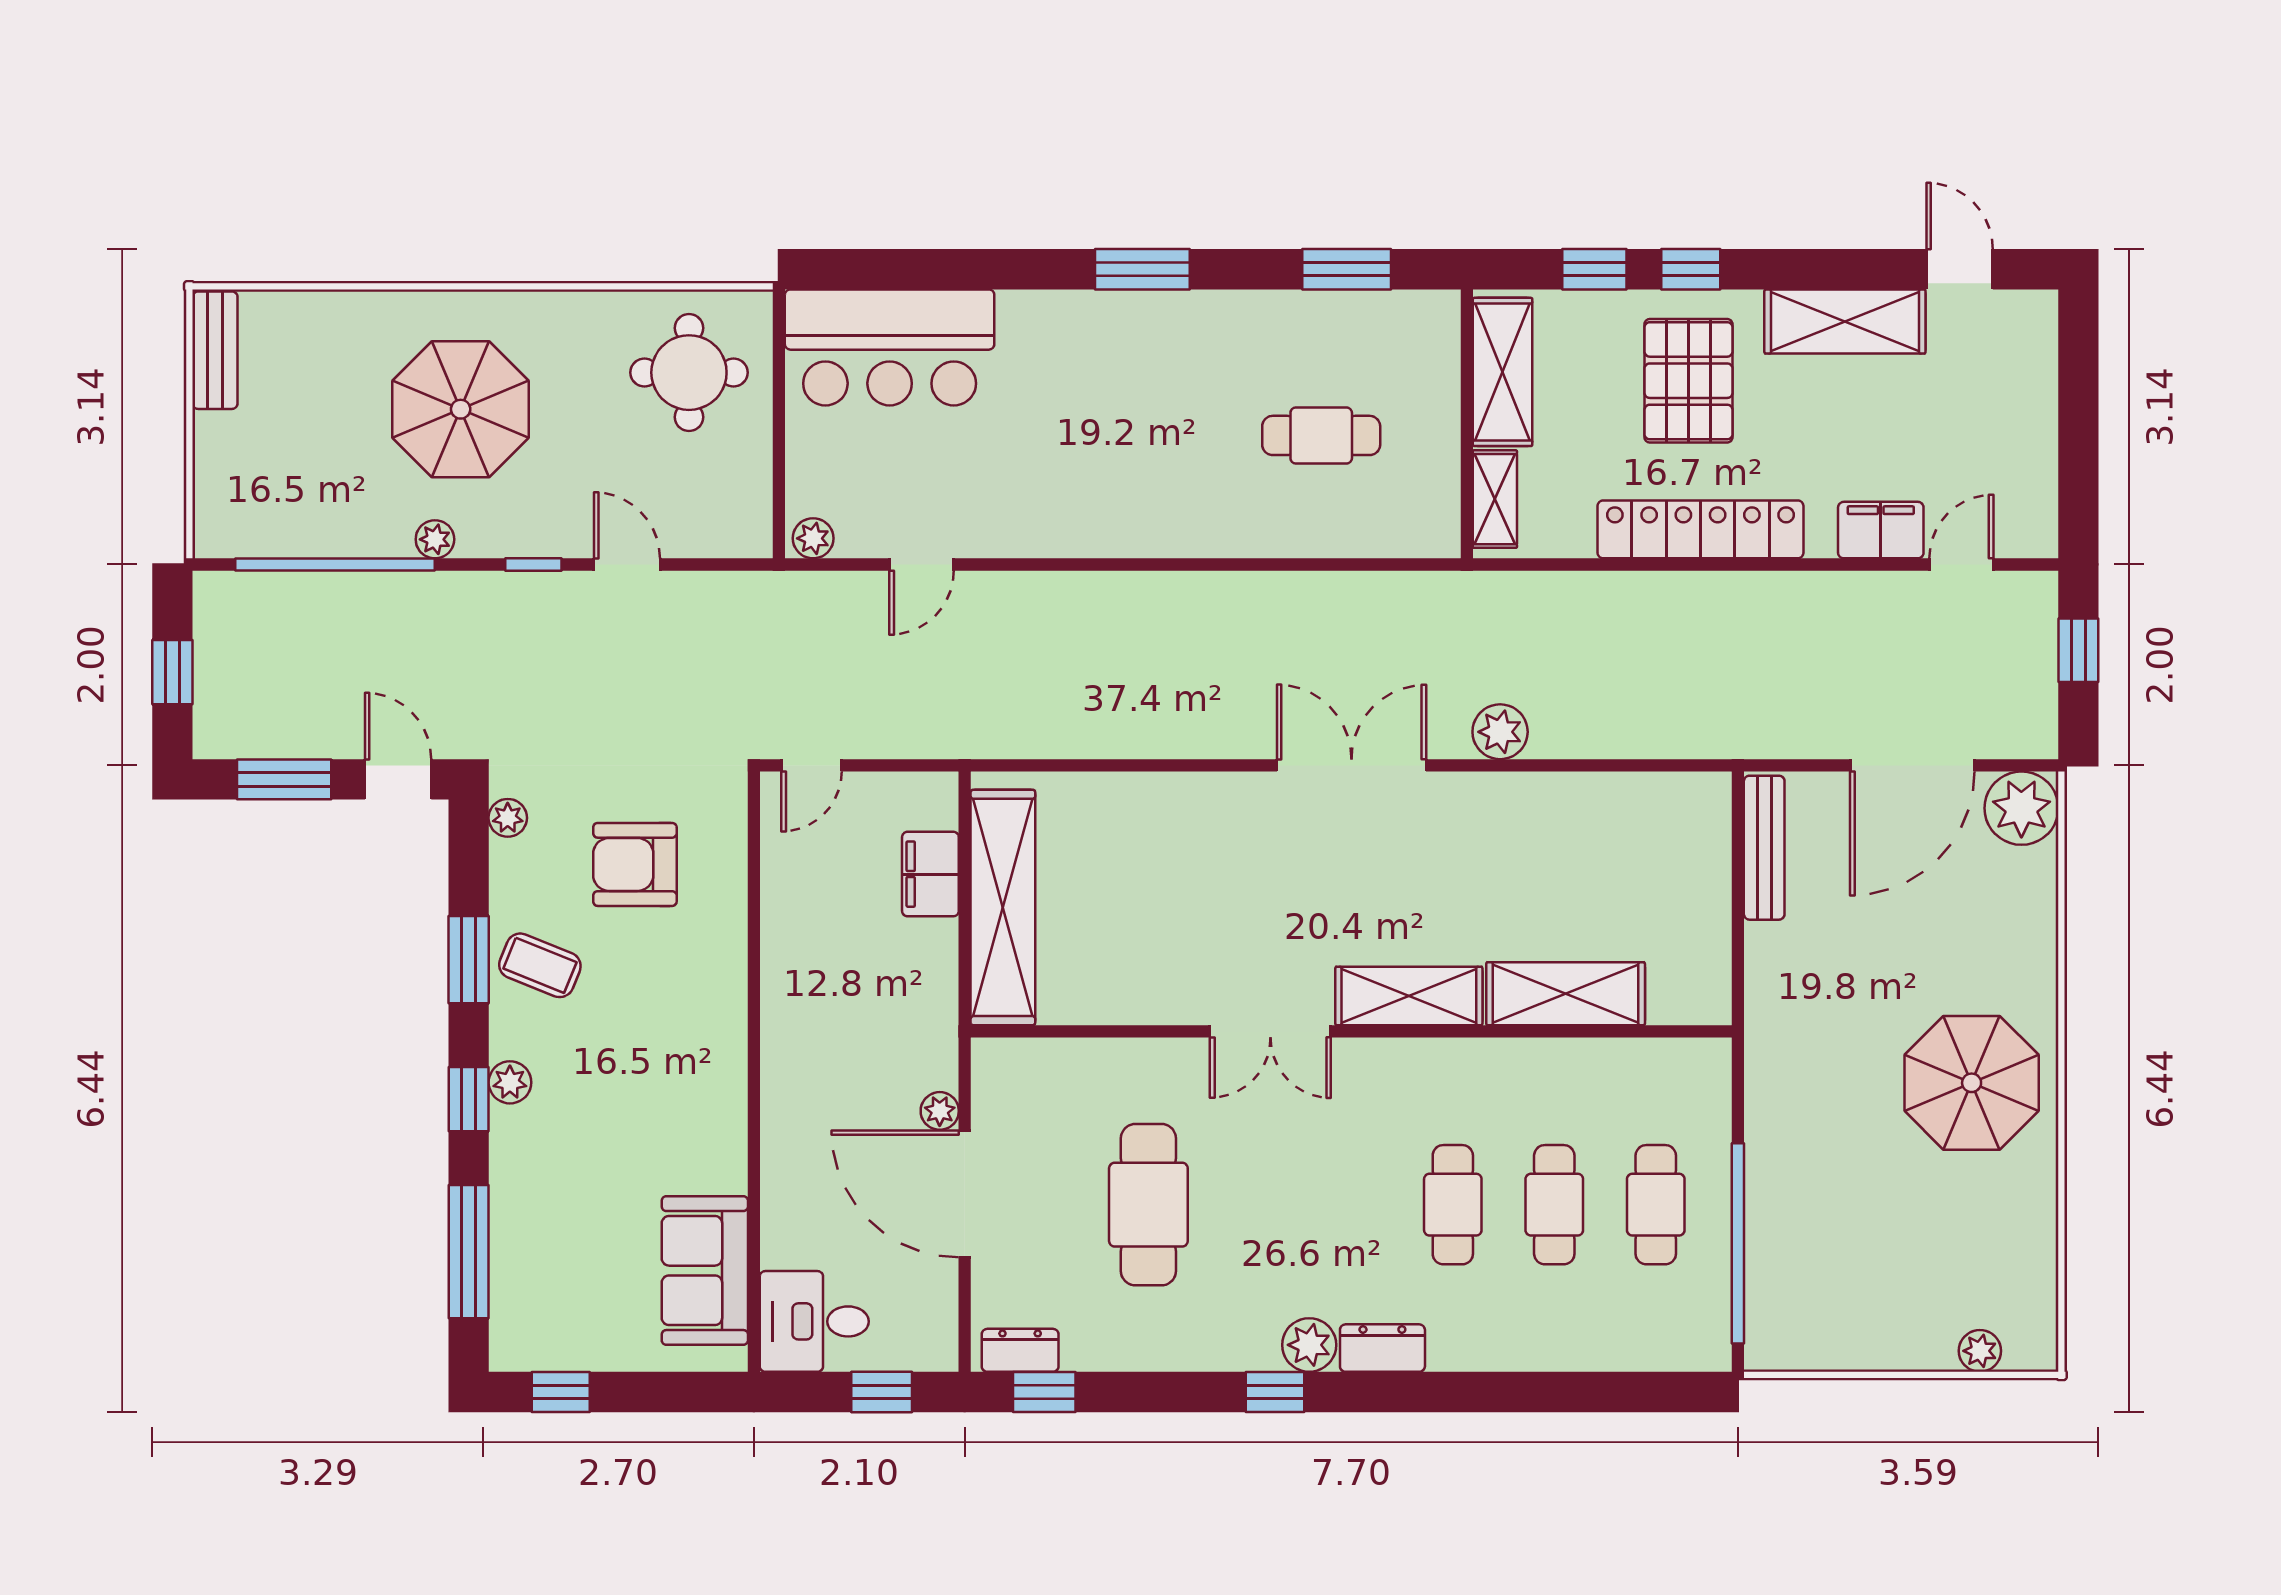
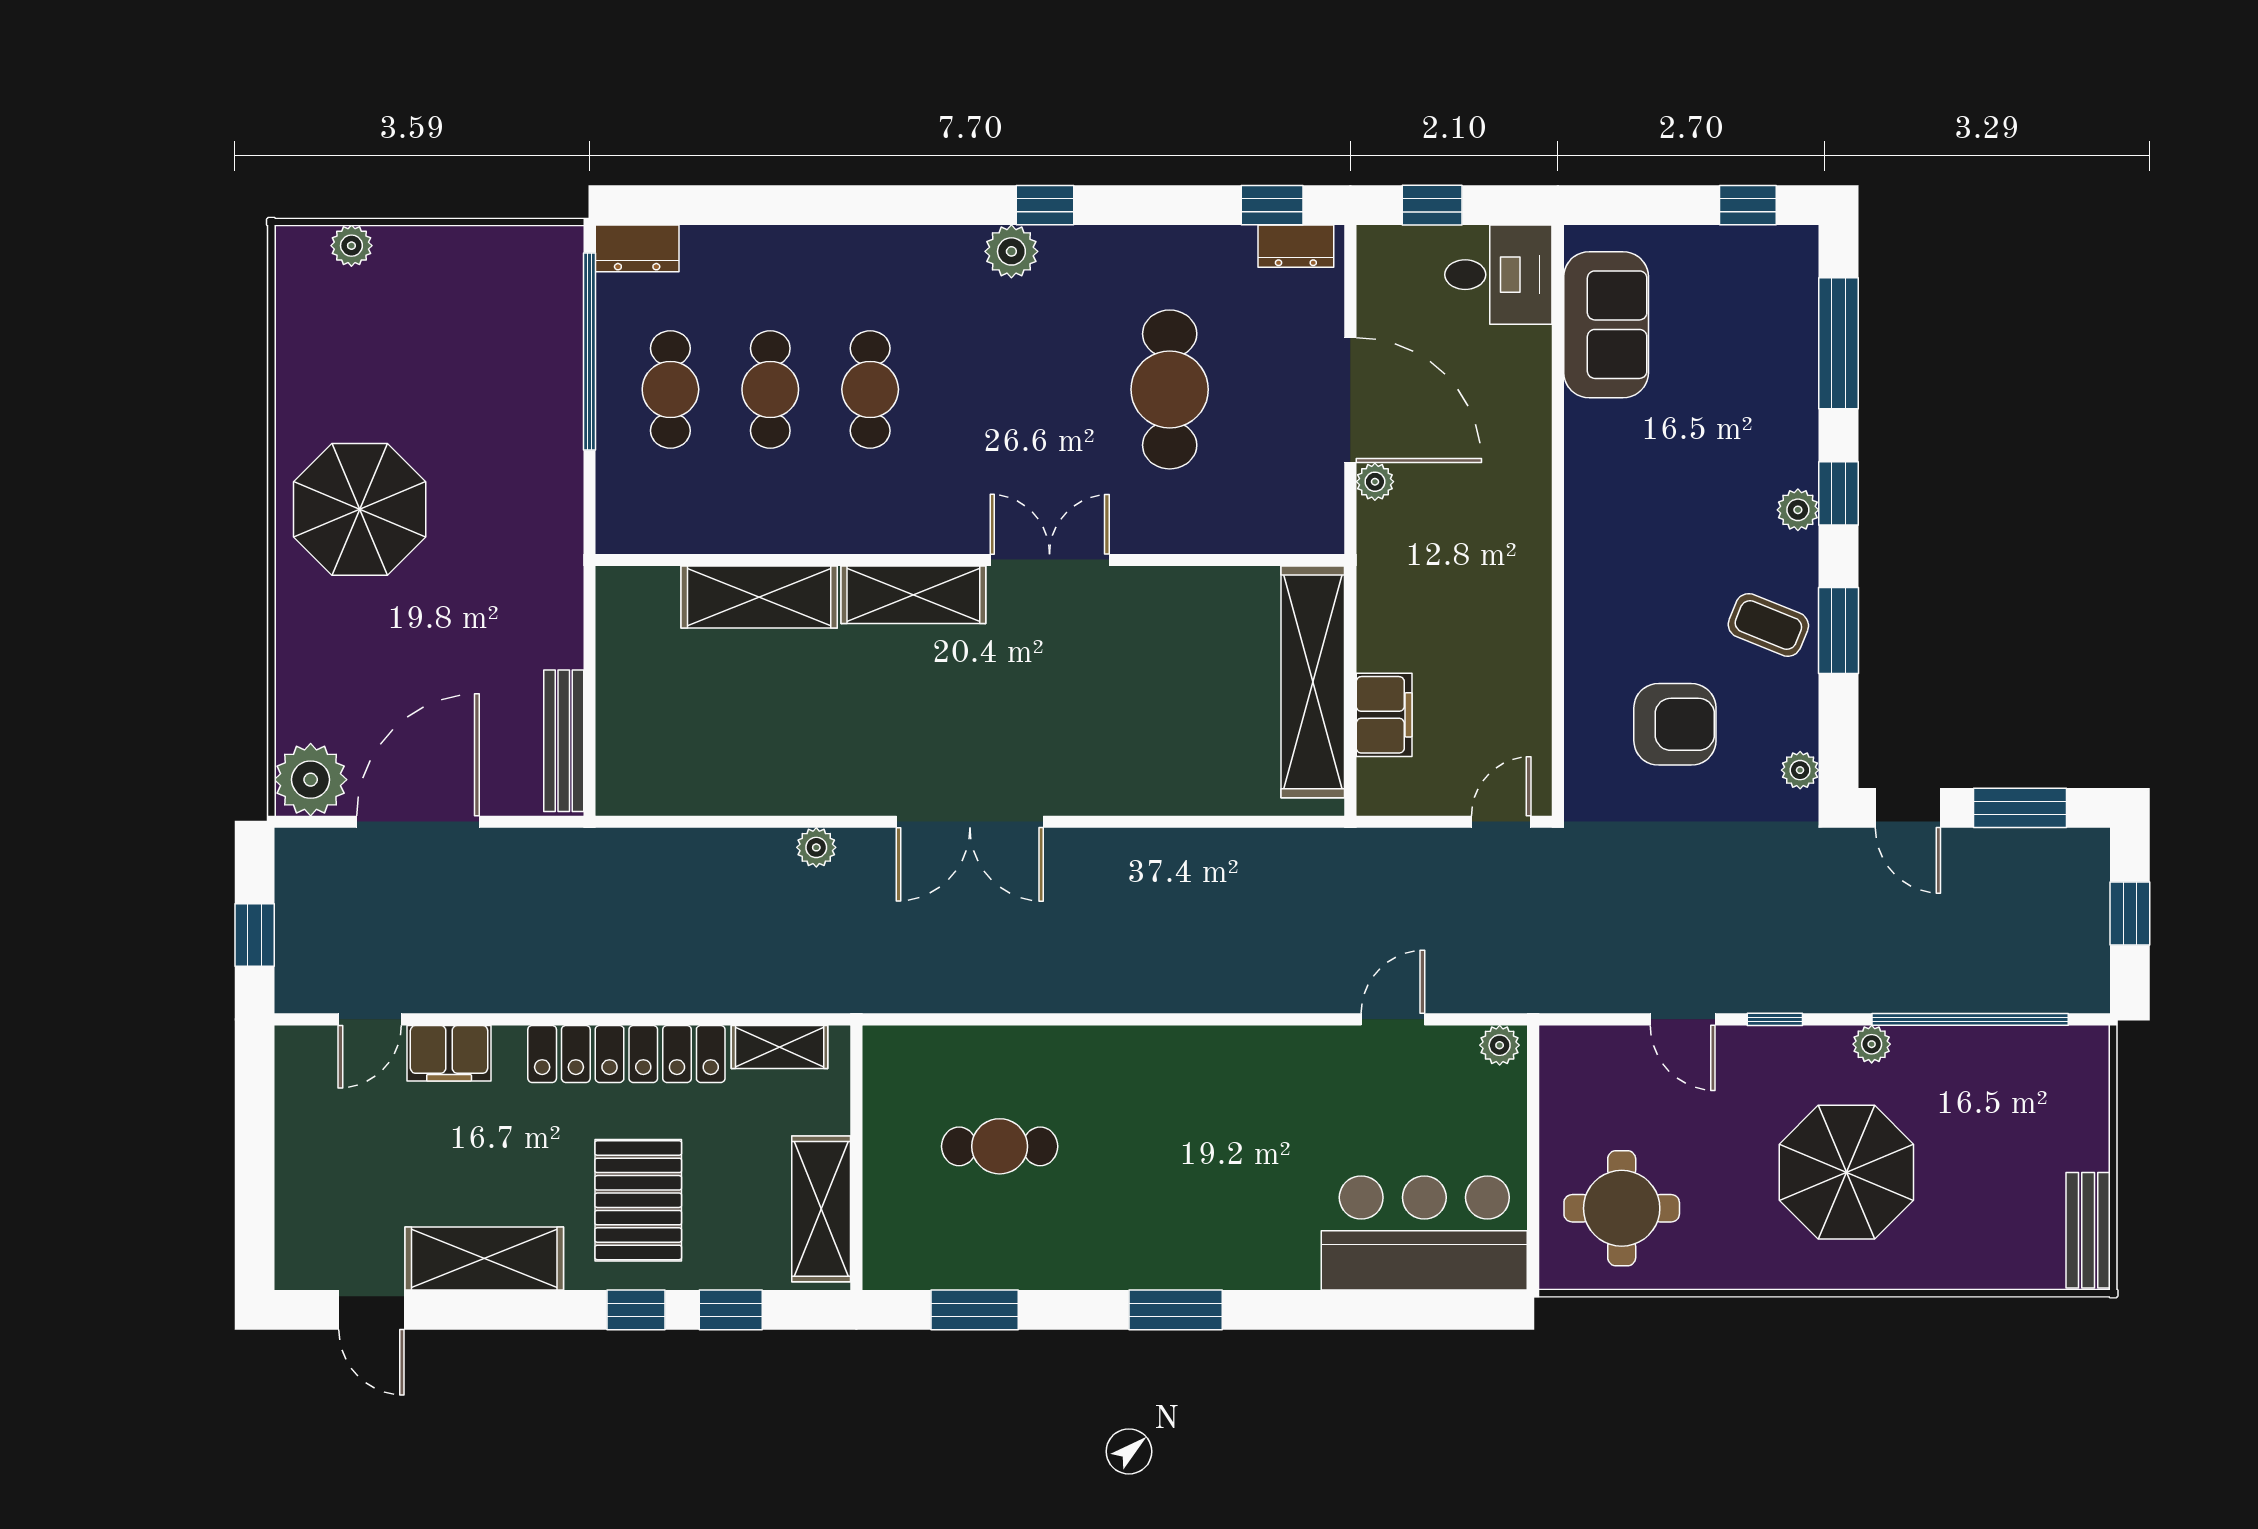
shelving: (1495, 499) -> (780, 1047), moved, turned 90
plant: (1500, 732) -> (816, 847), width x0.73, depth x0.73
dresser: (1382, 1348) -> (637, 248), moved

